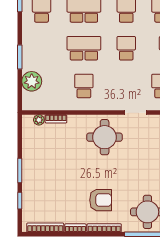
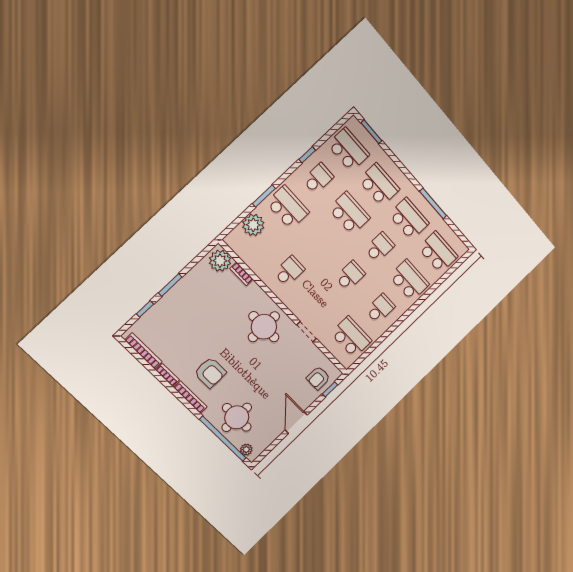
school desk: (84, 48) -> (288, 207), moved
plant: (39, 120) -> (220, 261), width x1.87, depth x1.87

